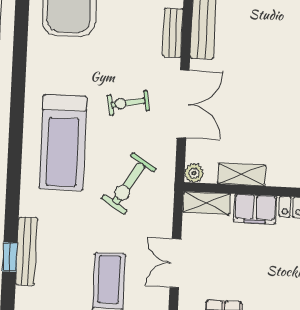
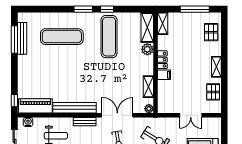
shelving: (206, 203) -> (162, 102), removed
filing cabinet: (255, 209) -> (164, 75), width x0.50

